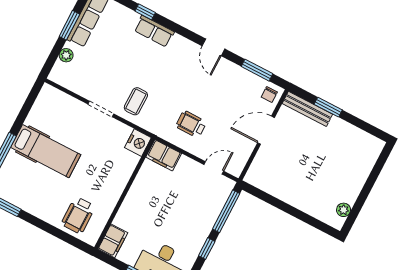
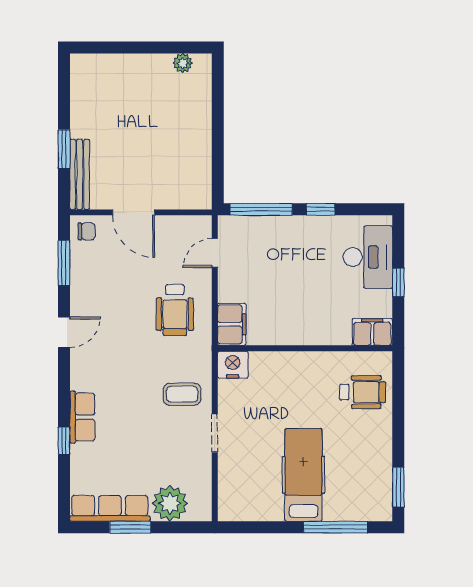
plant: (66, 55) -> (170, 503), width x1.87, depth x1.87
wheelchair: (191, 124) -> (175, 310), width x1.36, depth x1.37
door: (214, 168) -> (215, 253), hinge flipped

